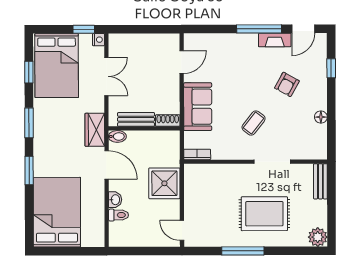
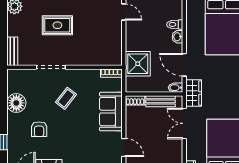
door: (182, 62) -> (124, 147), swing flipped
double door: (106, 76) -> (184, 123), moved
armchair: (287, 84) -> (39, 129), turned 151
floor lamp: (321, 117) -> (16, 103), width x1.89, depth x1.89
shower: (164, 183) -> (138, 64), moved
rug: (264, 214) -> (57, 25), width x0.73, depth x0.70

